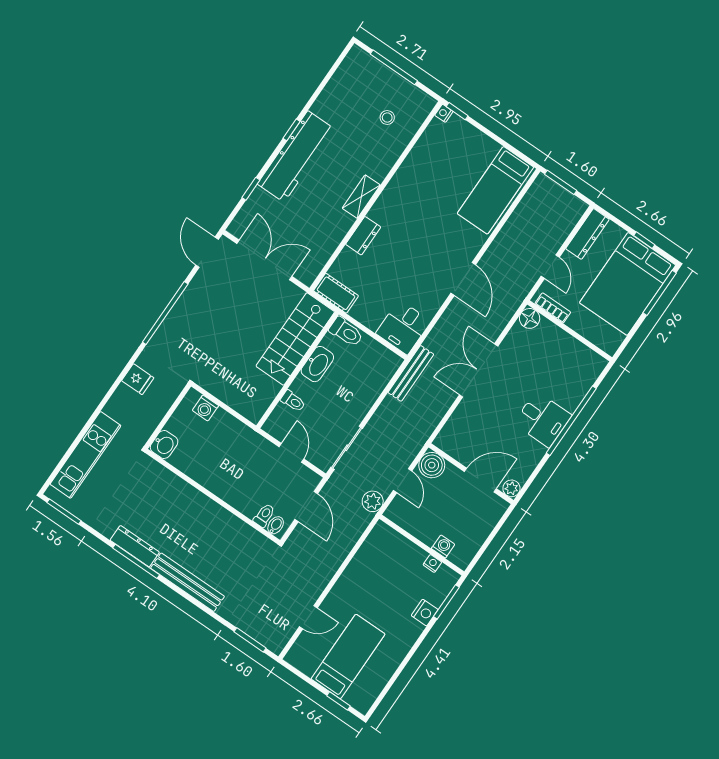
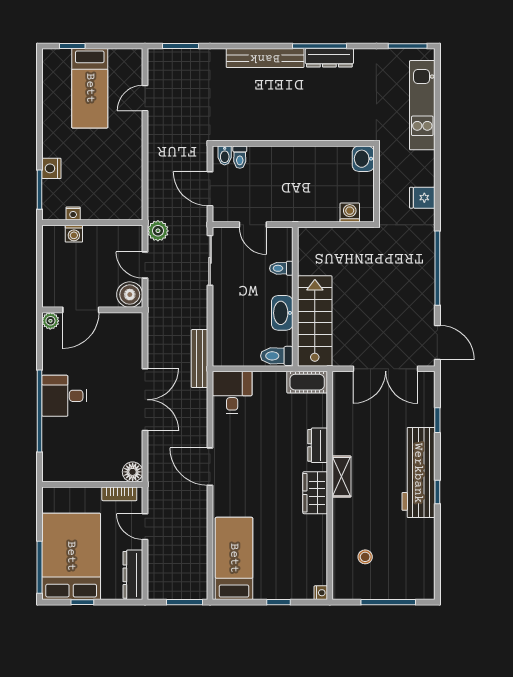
window: (457, 111) -> (278, 602), moved
wardrobe: (392, 198) -> (315, 493), added

